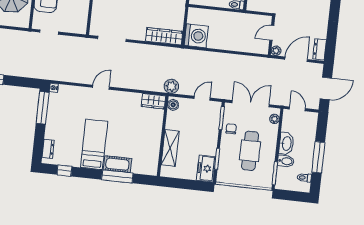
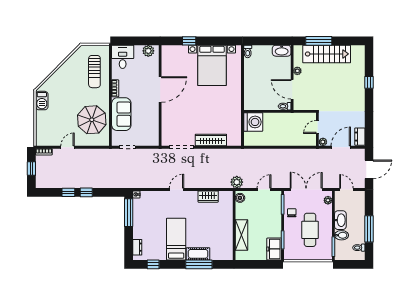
wardrobe: (164, 36) -> (211, 140), moved
washing machine: (196, 36) -> (253, 122), moved
wardrobe: (153, 101) -> (208, 197), moved

